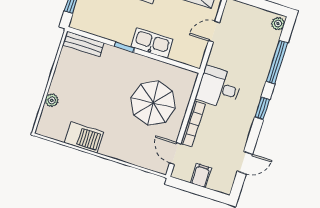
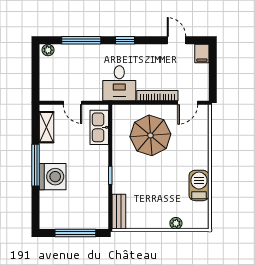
kitchen sink: (152, 43) -> (99, 127), moved
filing cabinet: (201, 176) -> (202, 54), moved, turned -90

